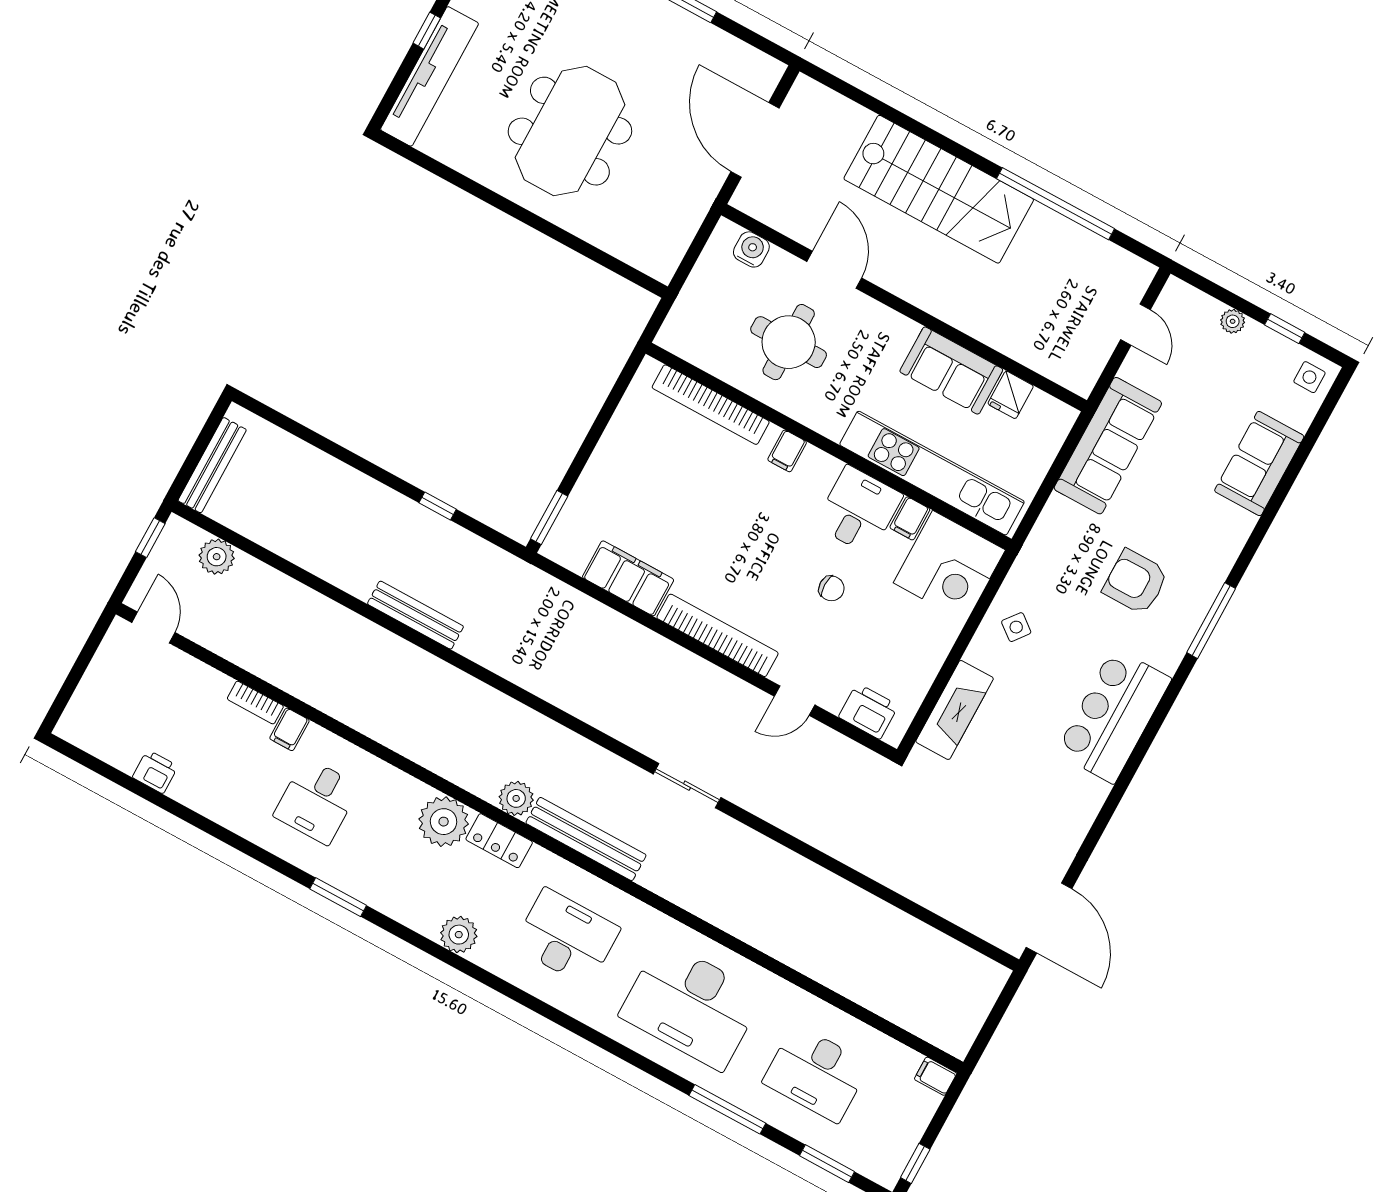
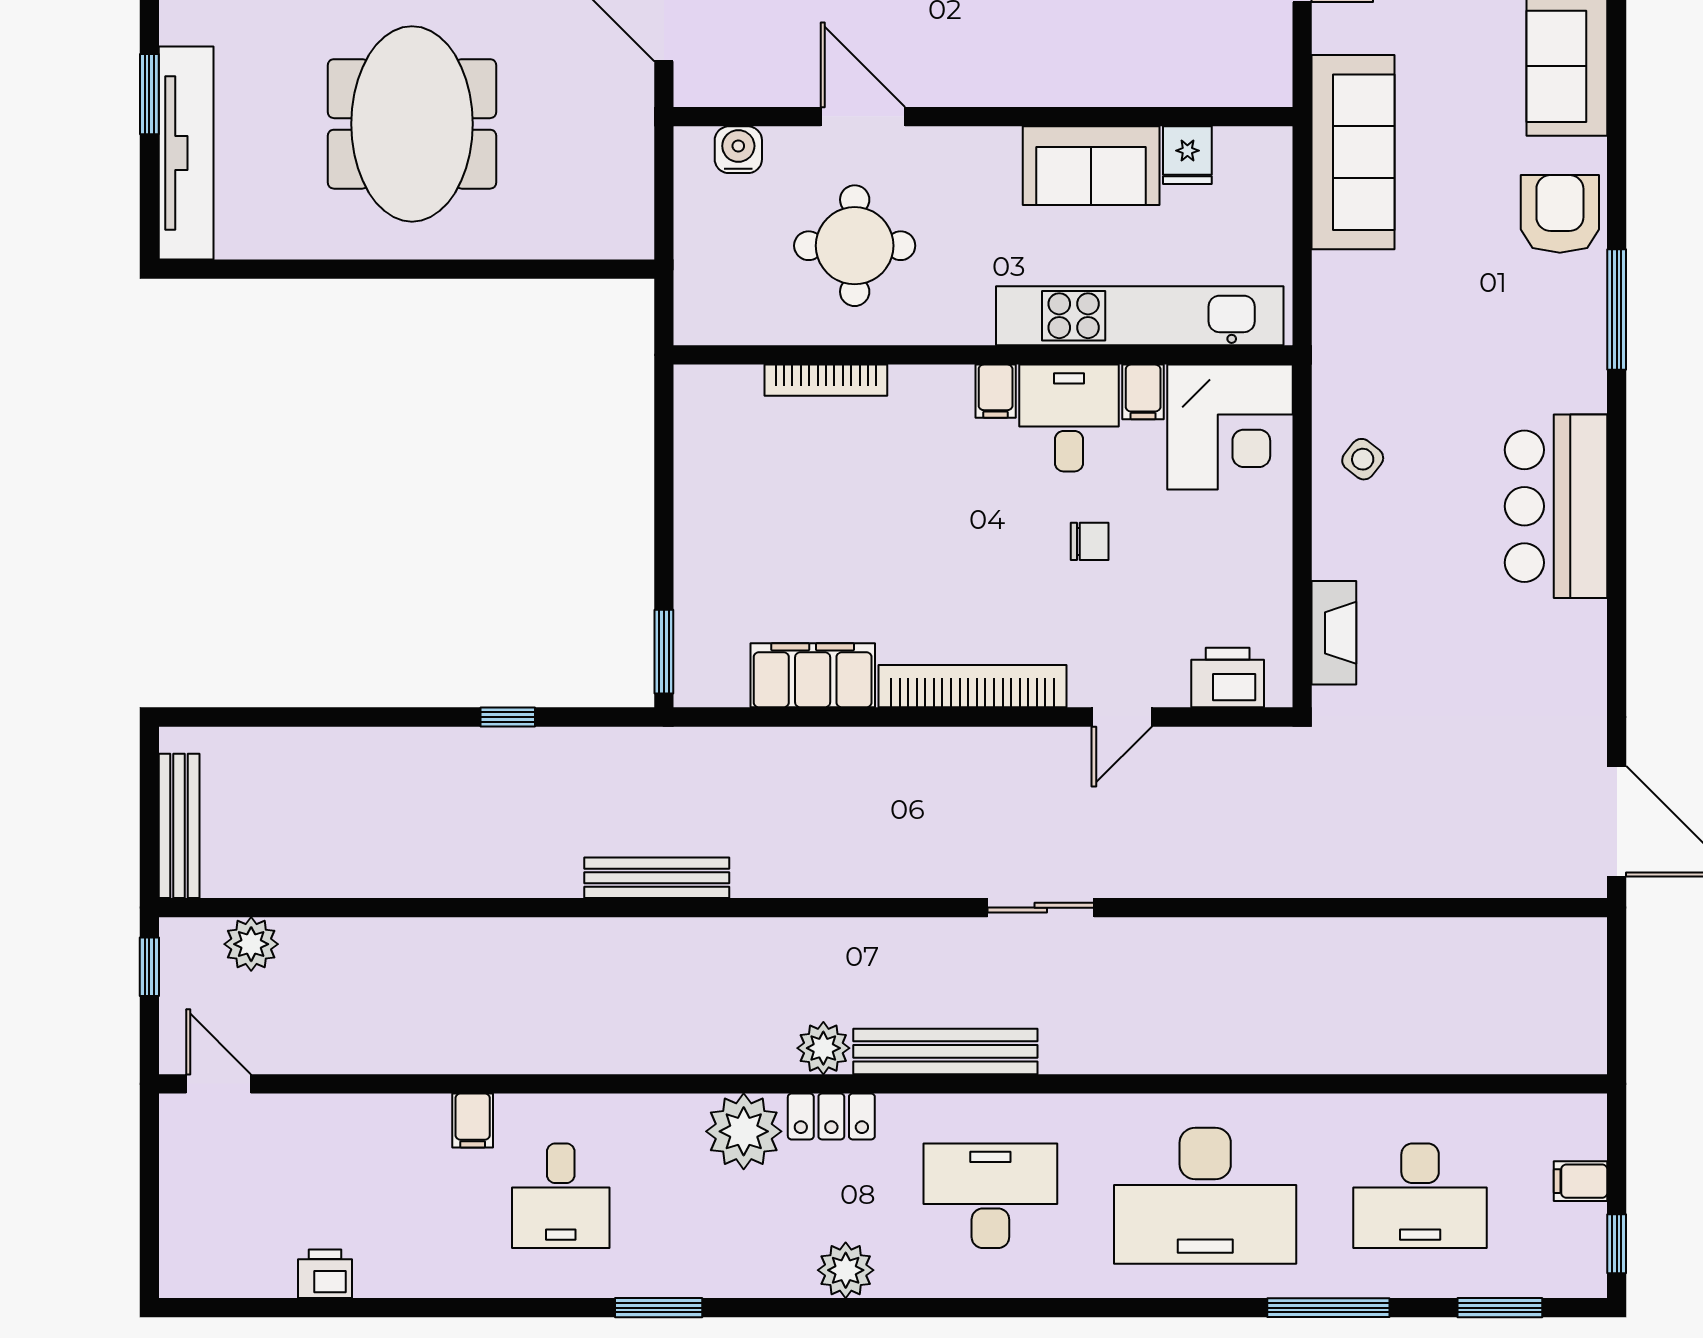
window: (427, 31) -> (149, 94), width x1.50
bookcase: (711, 405) -> (826, 380), width x0.68, depth x0.76
filing cabinet: (787, 451) -> (996, 391), moved
armchair: (1136, 582) -> (1560, 214), moved, turned 90
bench: (415, 615) -> (657, 878), moved
bookcase: (255, 703) -> (408, 1110), removed
fireplace: (955, 710) -> (1334, 633), width x0.73, depth x0.76
filing cabinet: (936, 1076) -> (1581, 1181), moved

